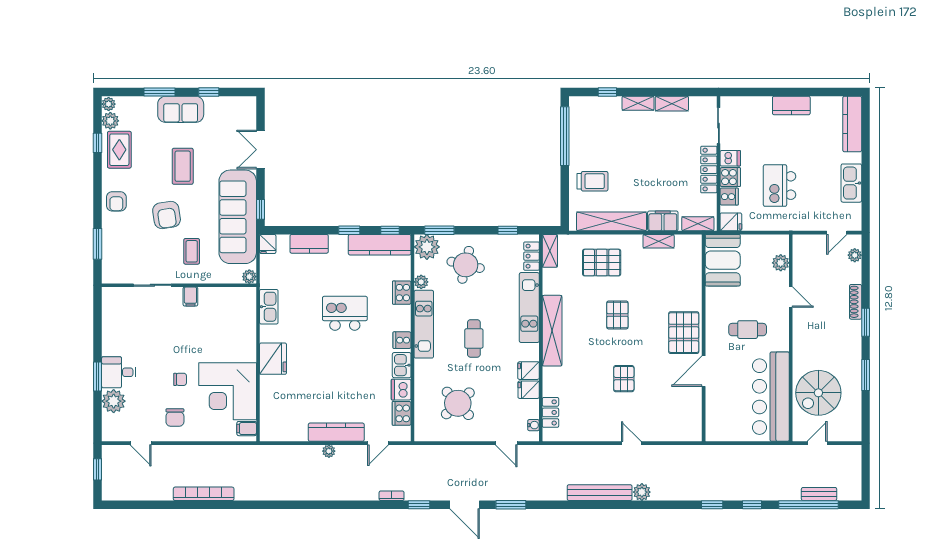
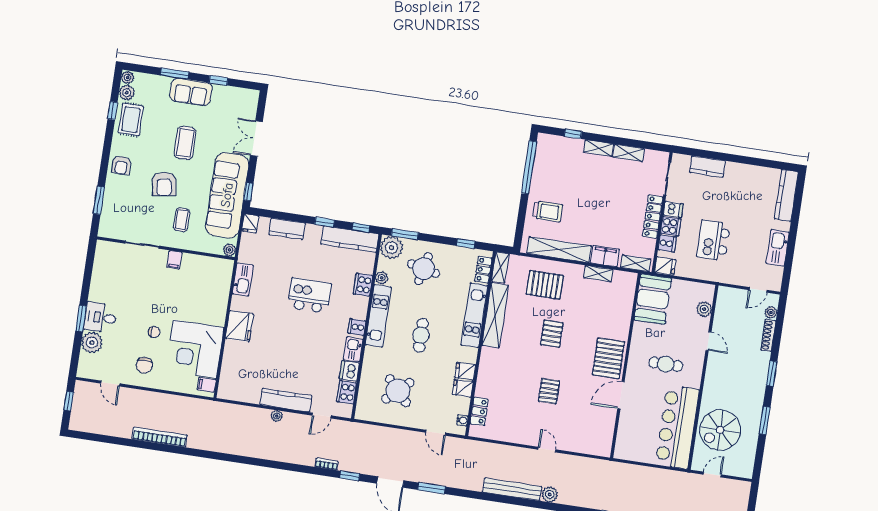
kitchen counter: (791, 105) -> (707, 167), moved
shoe rack: (856, 302) -> (768, 335), moved
shelving: (552, 331) -> (495, 315), moved

